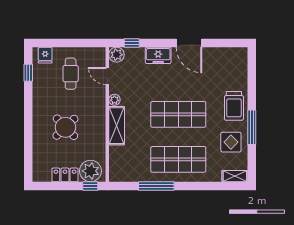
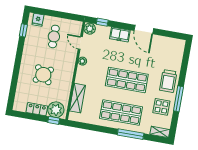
shelving: (117, 126) -> (77, 98), moved
window: (156, 186) -> (131, 134), moved

